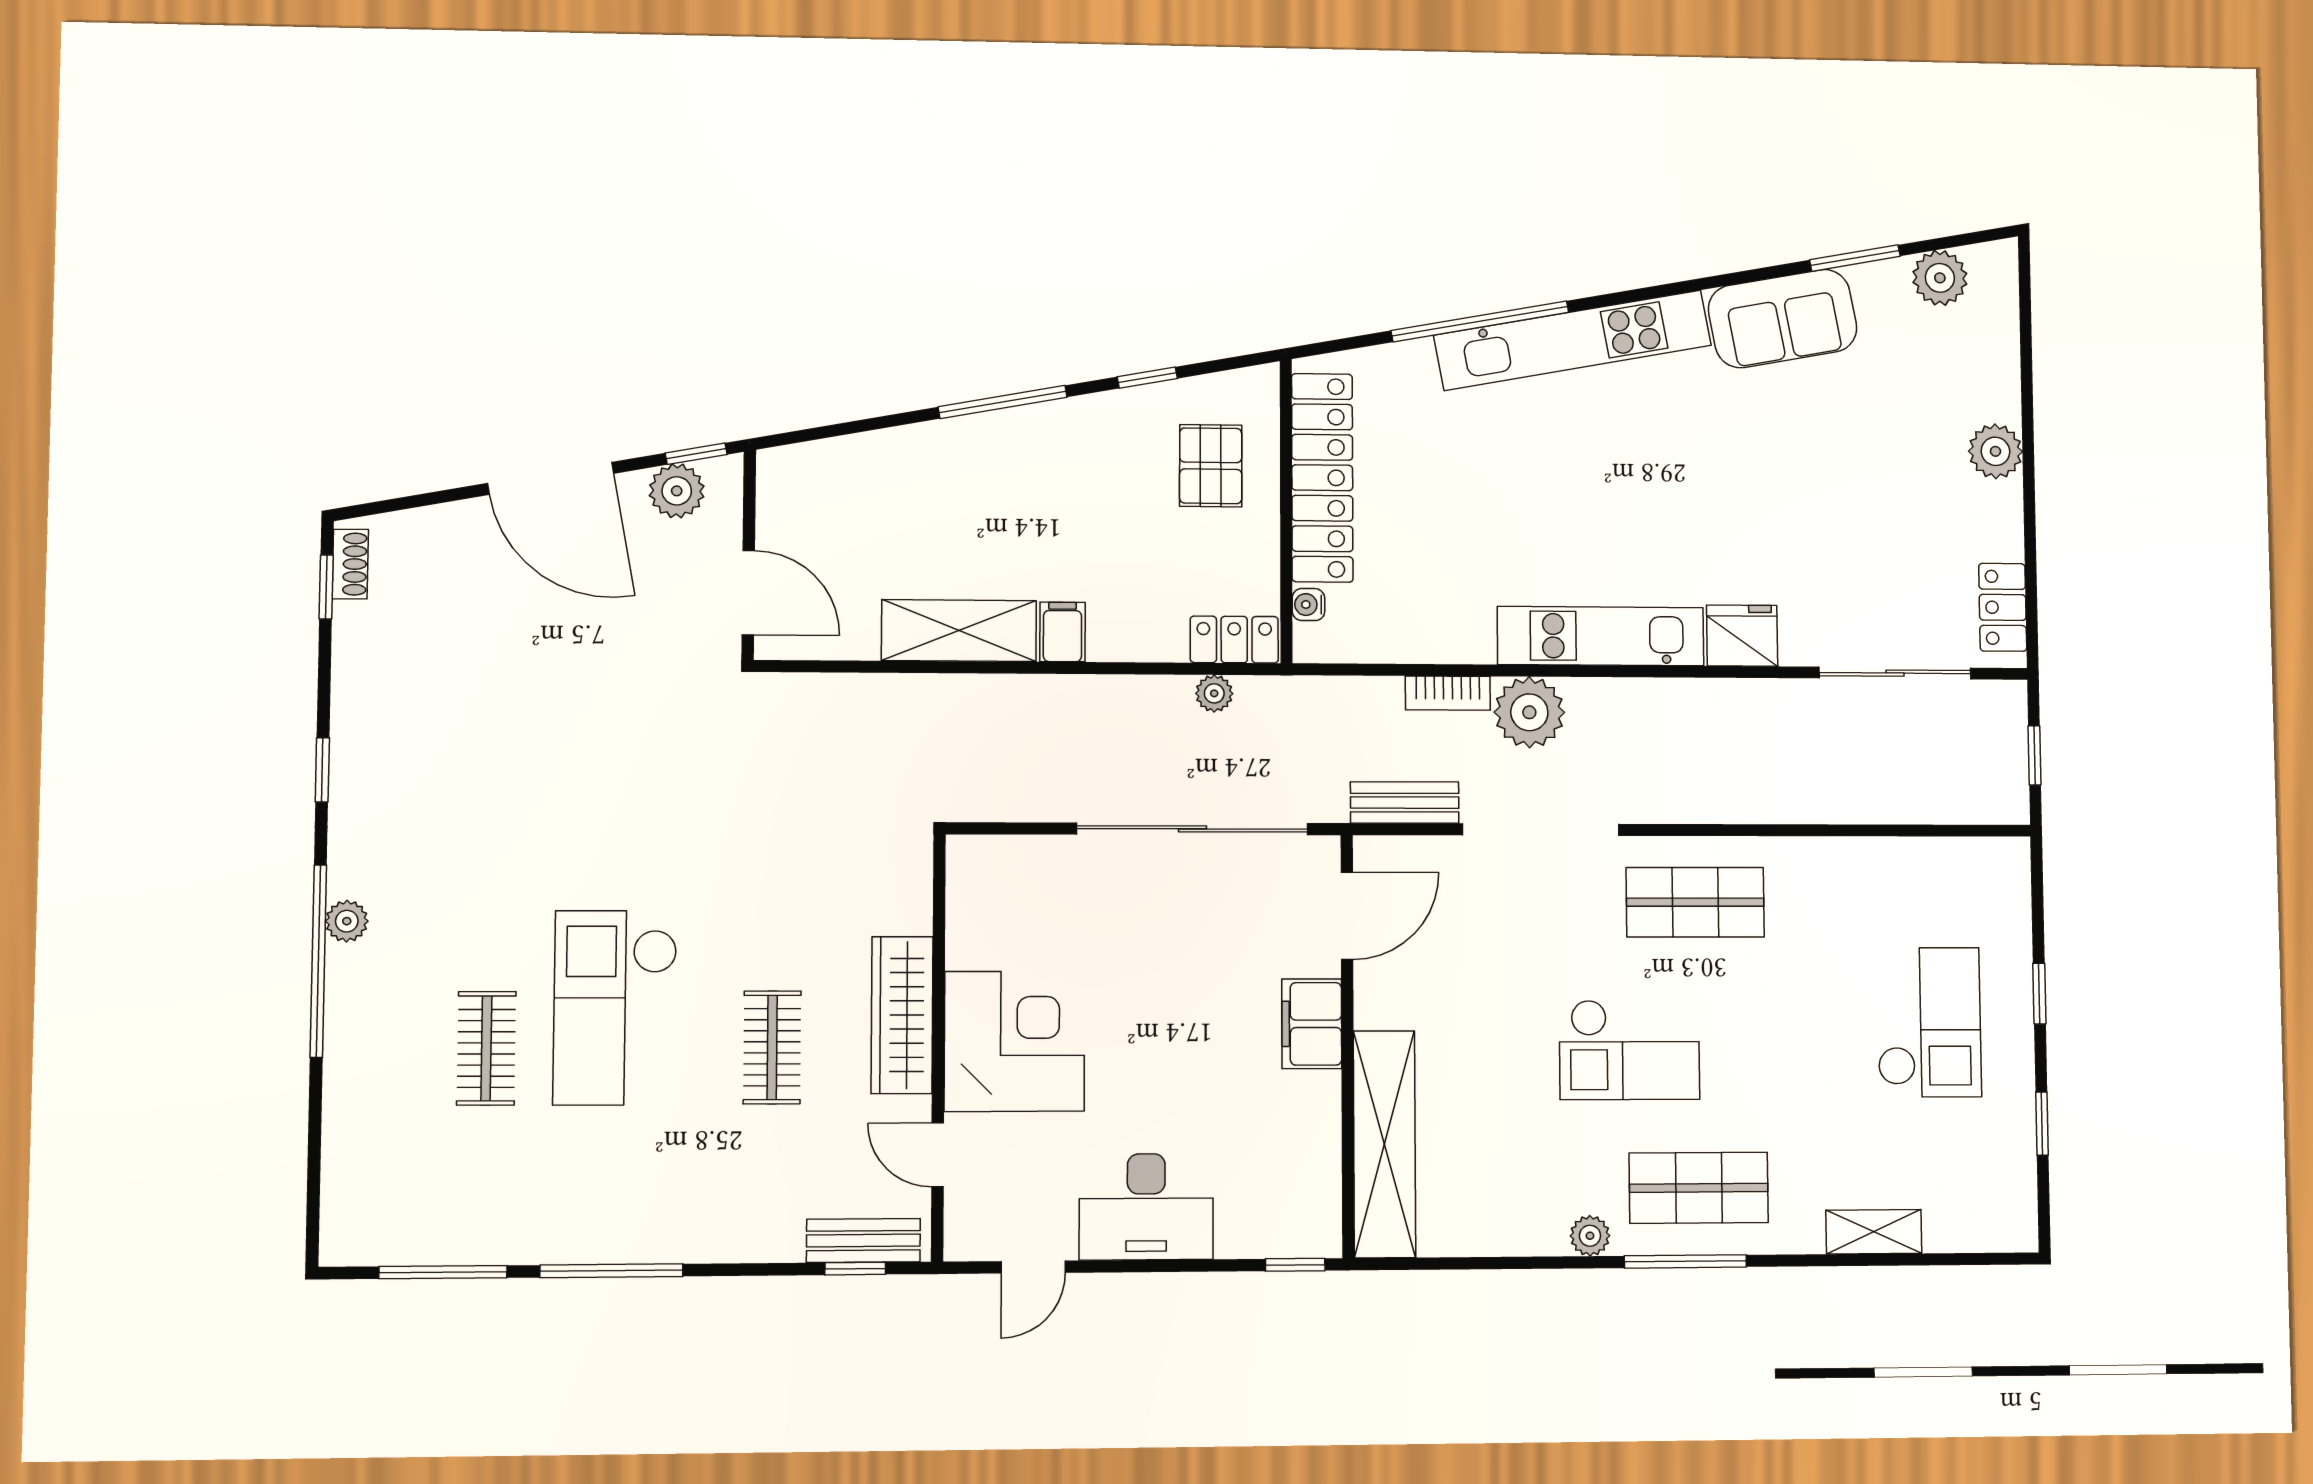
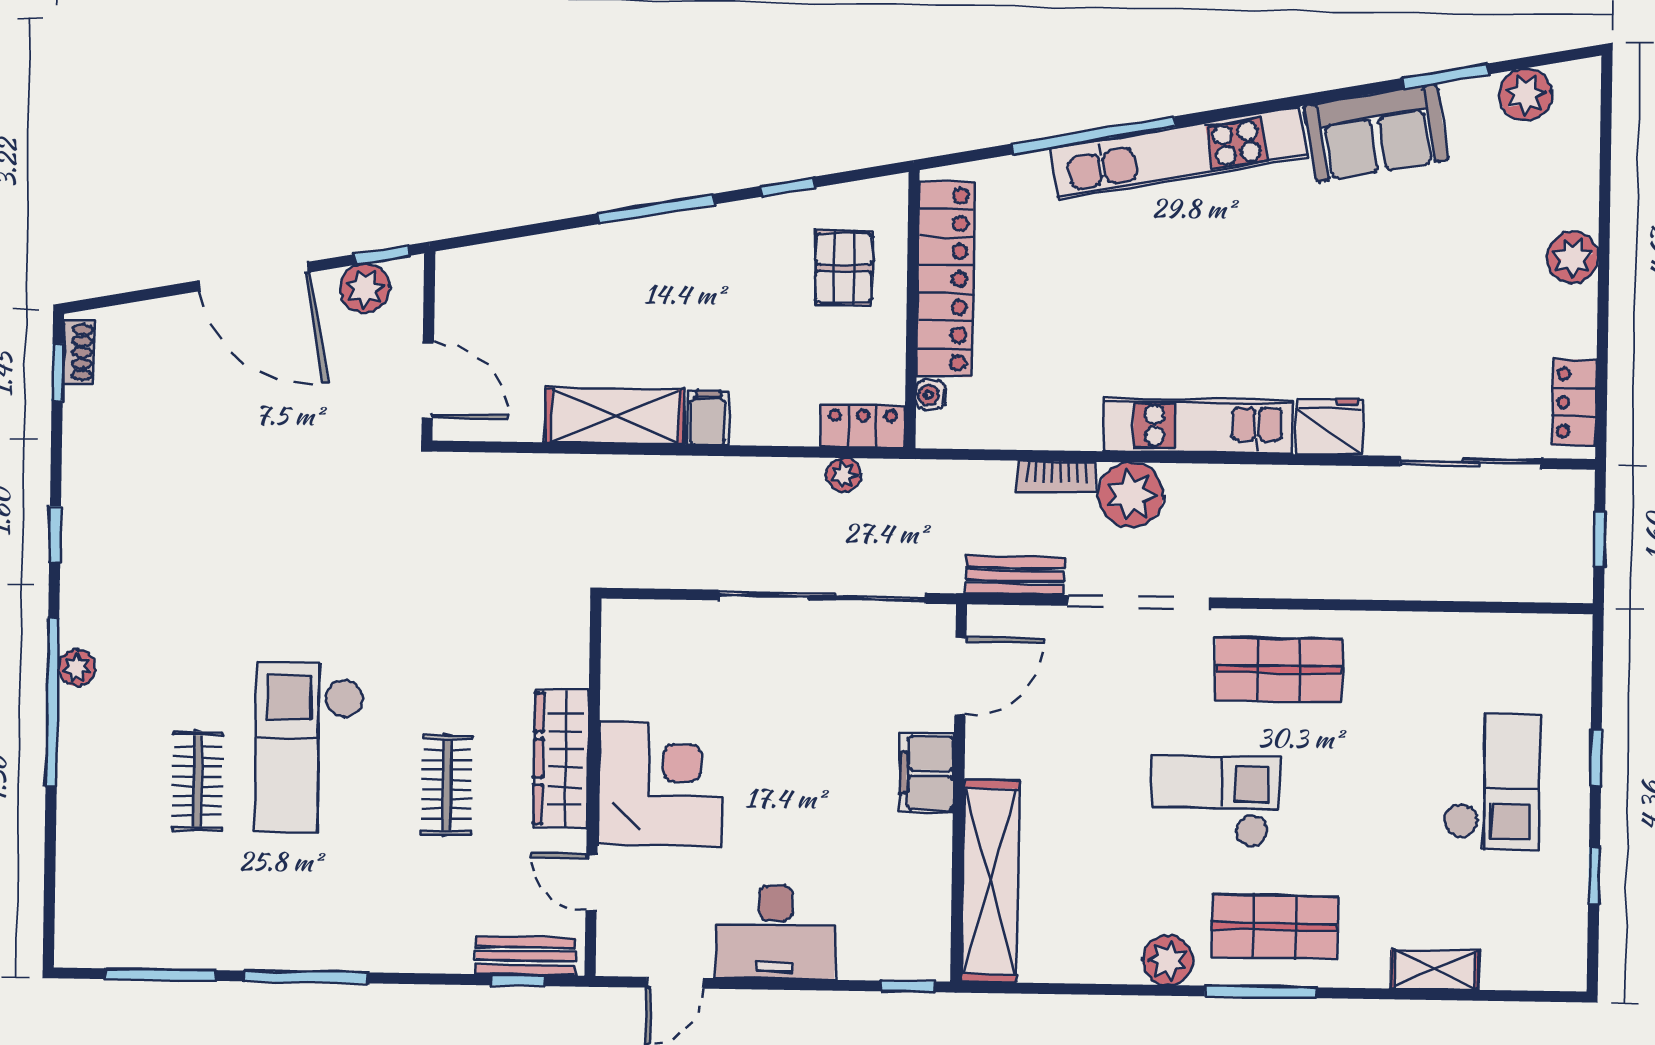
checkout: (1629, 1050) -> (1215, 801), turned 180
plant: (1590, 1236) -> (1168, 960), width x1.38, depth x1.38

